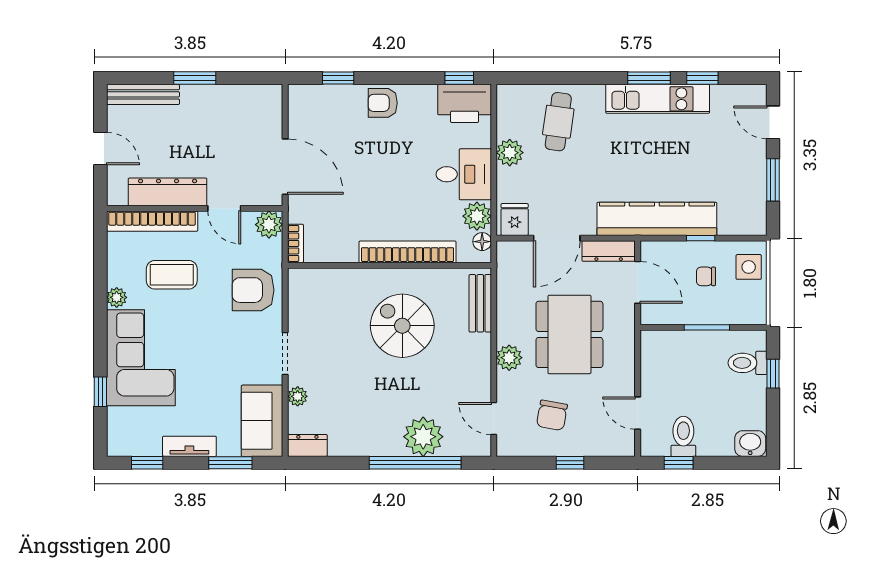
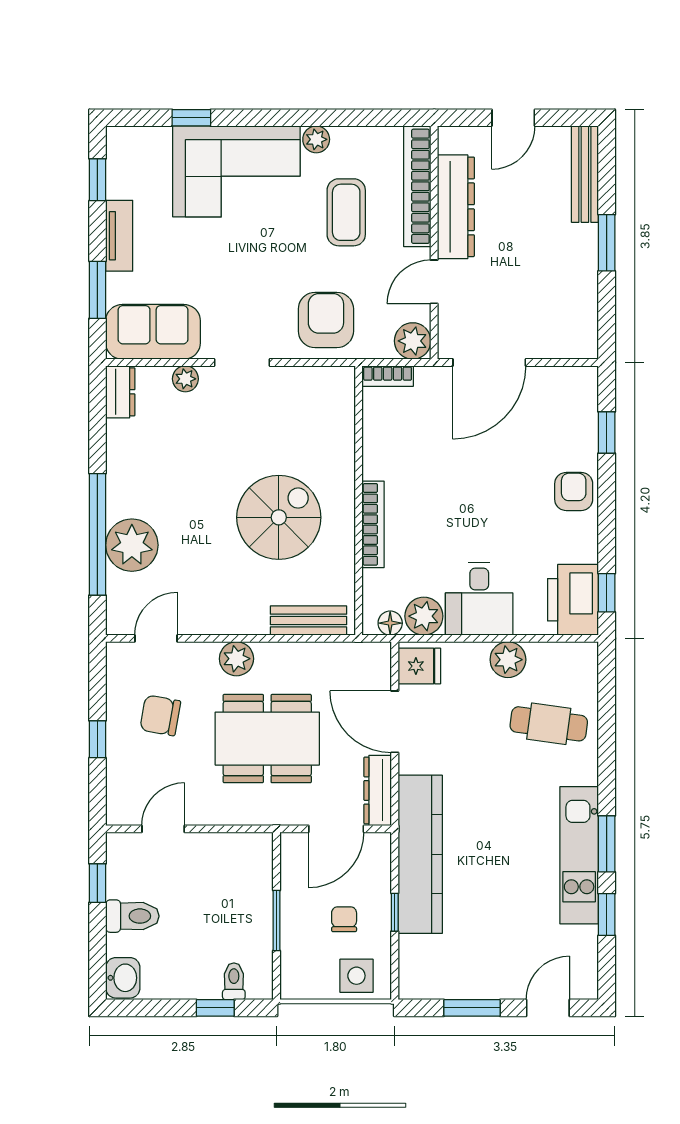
bookcase: (408, 252) -> (373, 524), width x0.68, depth x0.76
toilet: (747, 363) -> (234, 981), width x0.73, depth x0.72
toilet: (683, 436) -> (132, 916), moved

